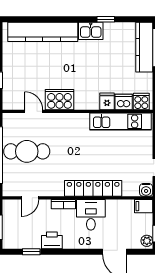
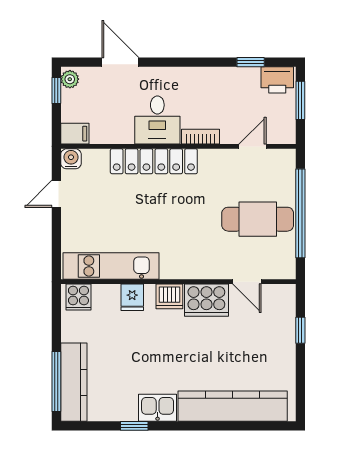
dishwasher: (124, 102) -> (169, 296), moved
printer: (52, 240) -> (277, 80), moved

